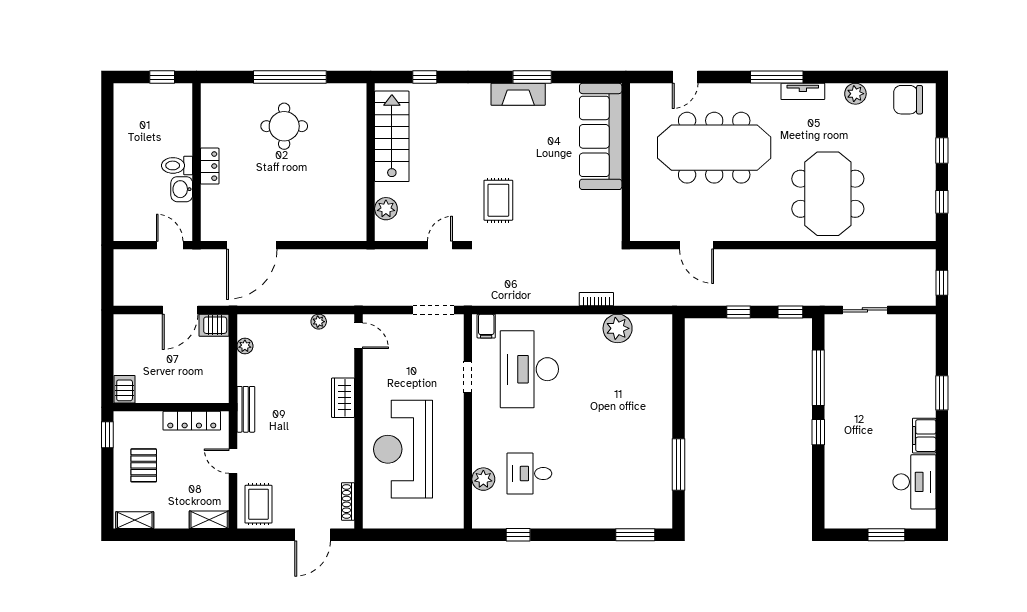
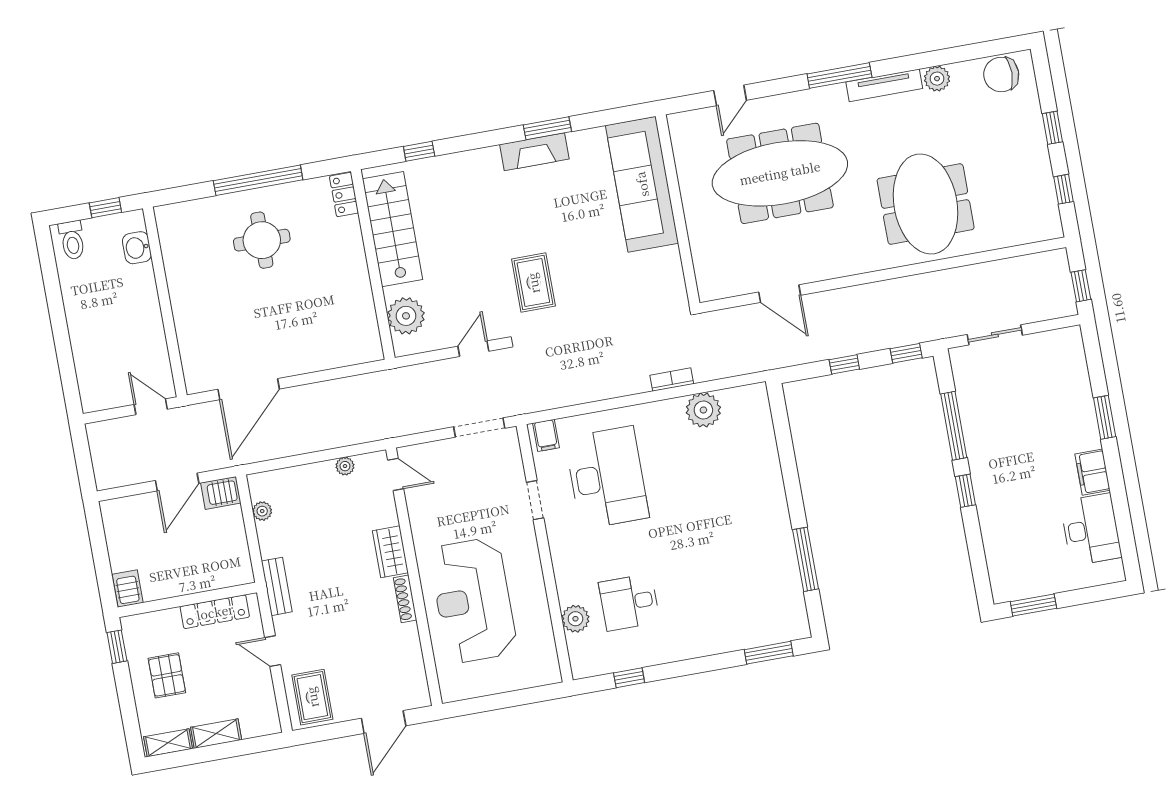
tv unit: (803, 91) -> (884, 85), width x1.41
toilet: (177, 165) -> (72, 240), moved, turned -90
locker: (210, 166) -> (344, 195), moved, turned 180
washbasin: (182, 189) -> (137, 248), moved
plant: (386, 209) -> (406, 316), width x1.36, depth x1.36
desk: (529, 369) -> (607, 478), turned 180
shoe rack: (348, 501) -> (405, 599), moved
shelving: (209, 520) -> (216, 734), moved
window: (886, 535) -> (1033, 605), moved

